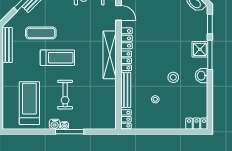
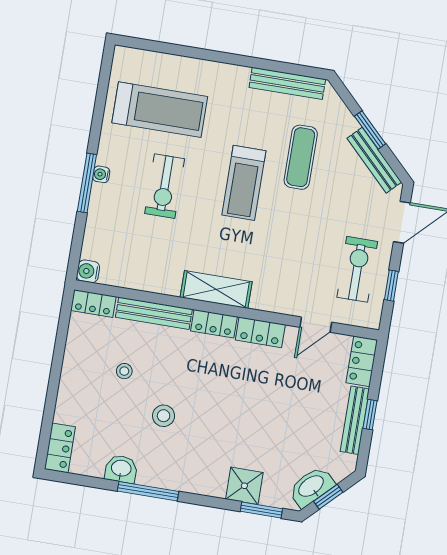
shower: (200, 49) -> (244, 486), moved
shelving: (110, 55) -> (216, 289), width x0.68
window: (210, 55) -> (148, 491), moved
washbasin: (202, 76) -> (121, 469), moved
exercise bike: (65, 95) -> (165, 186), turned -90
water cooler: (55, 124) -> (88, 271), moved

